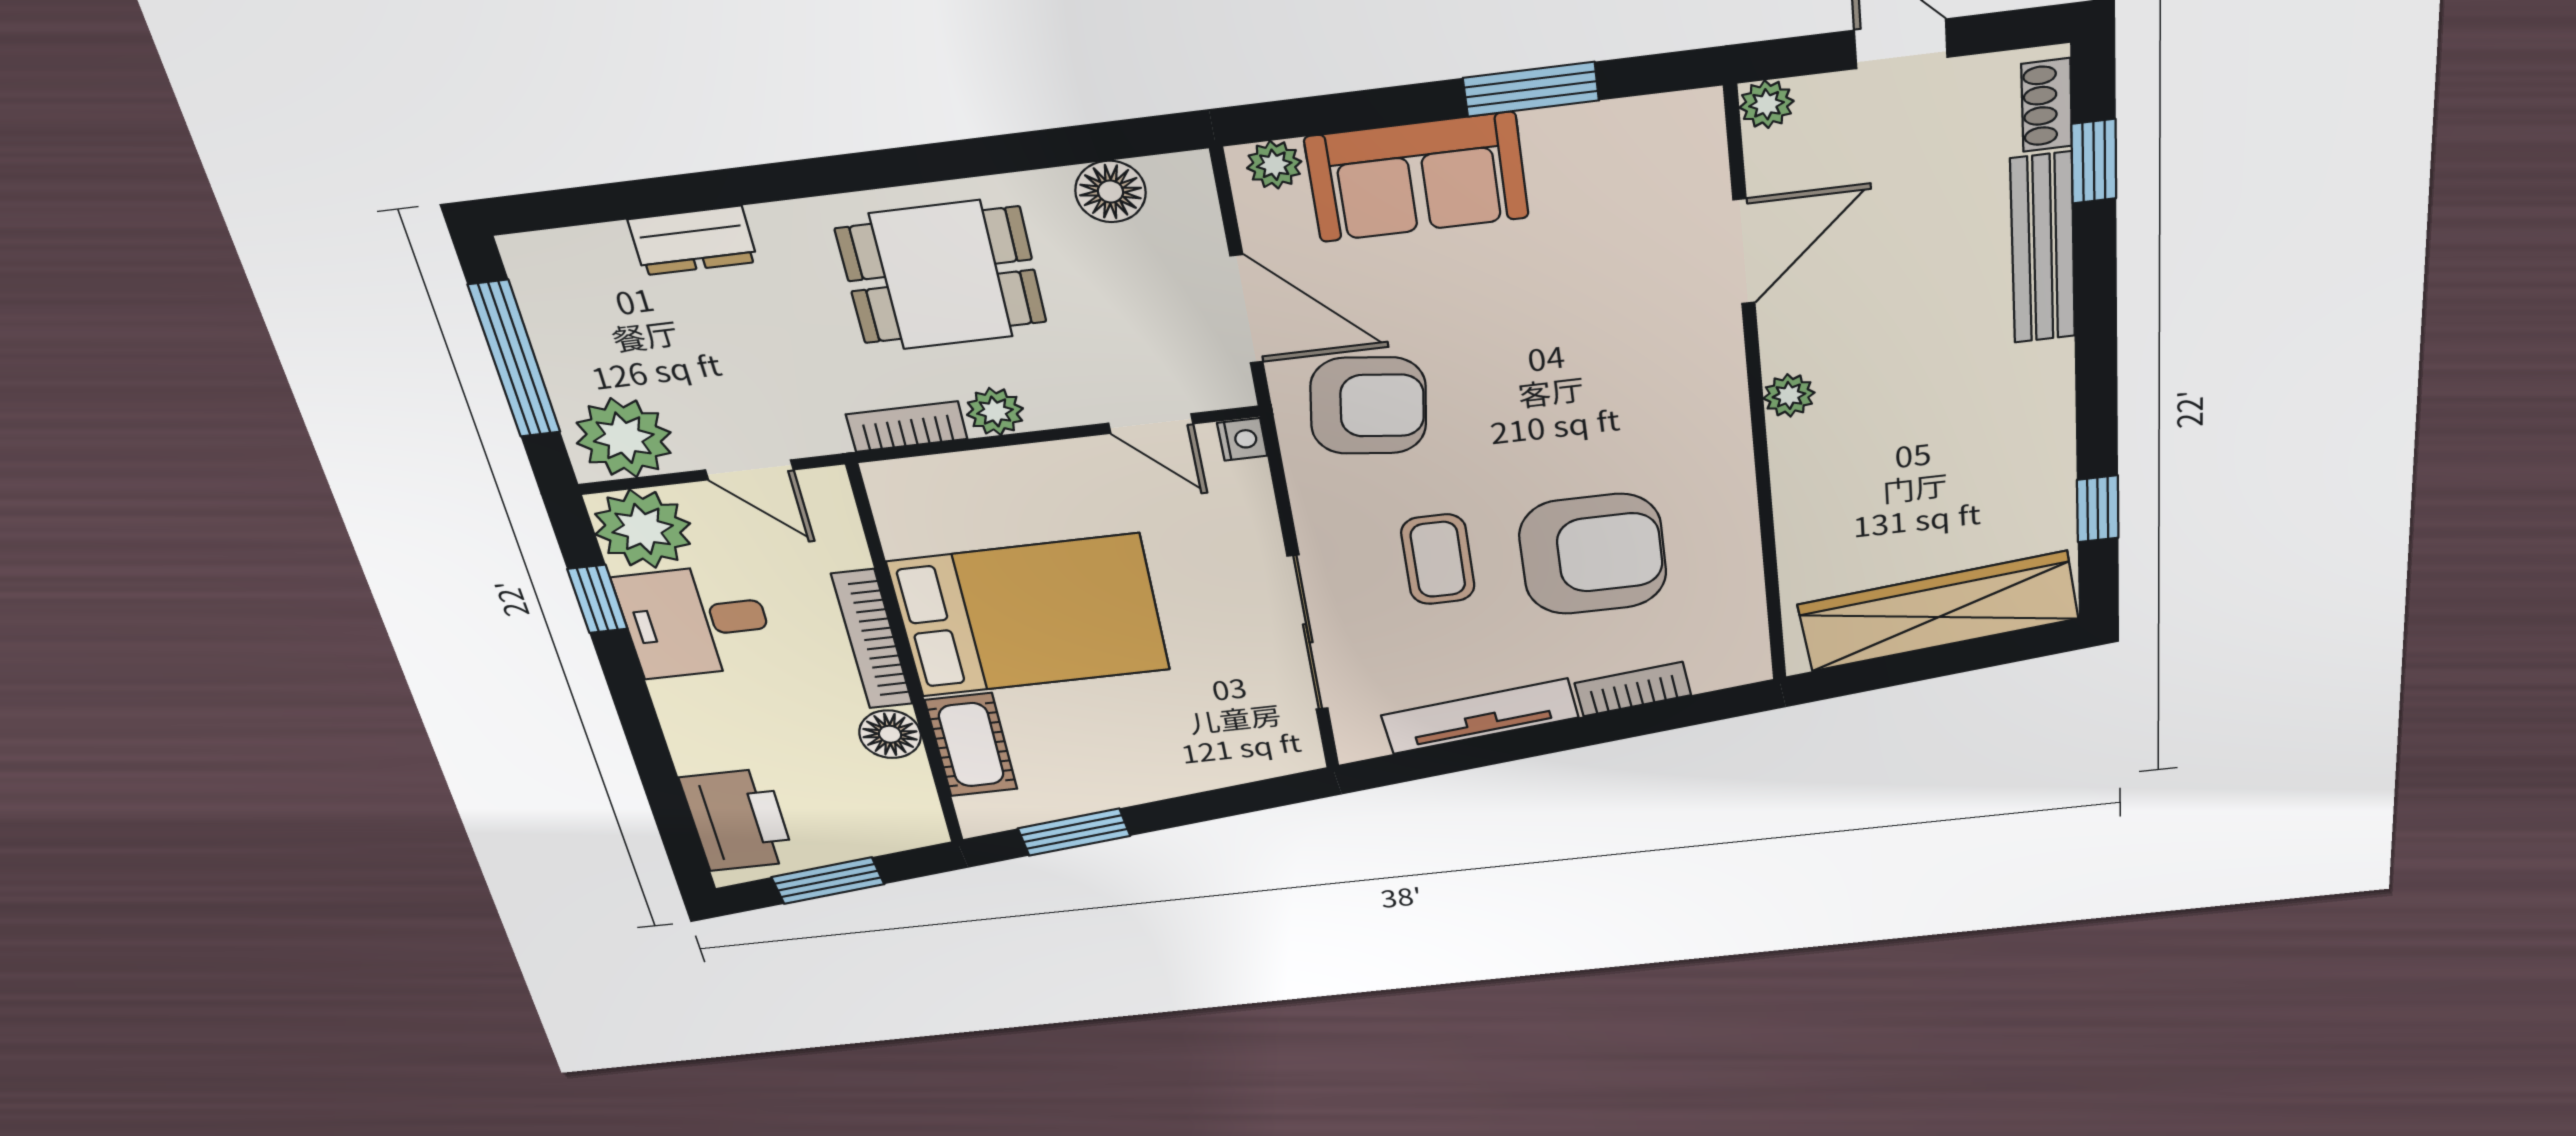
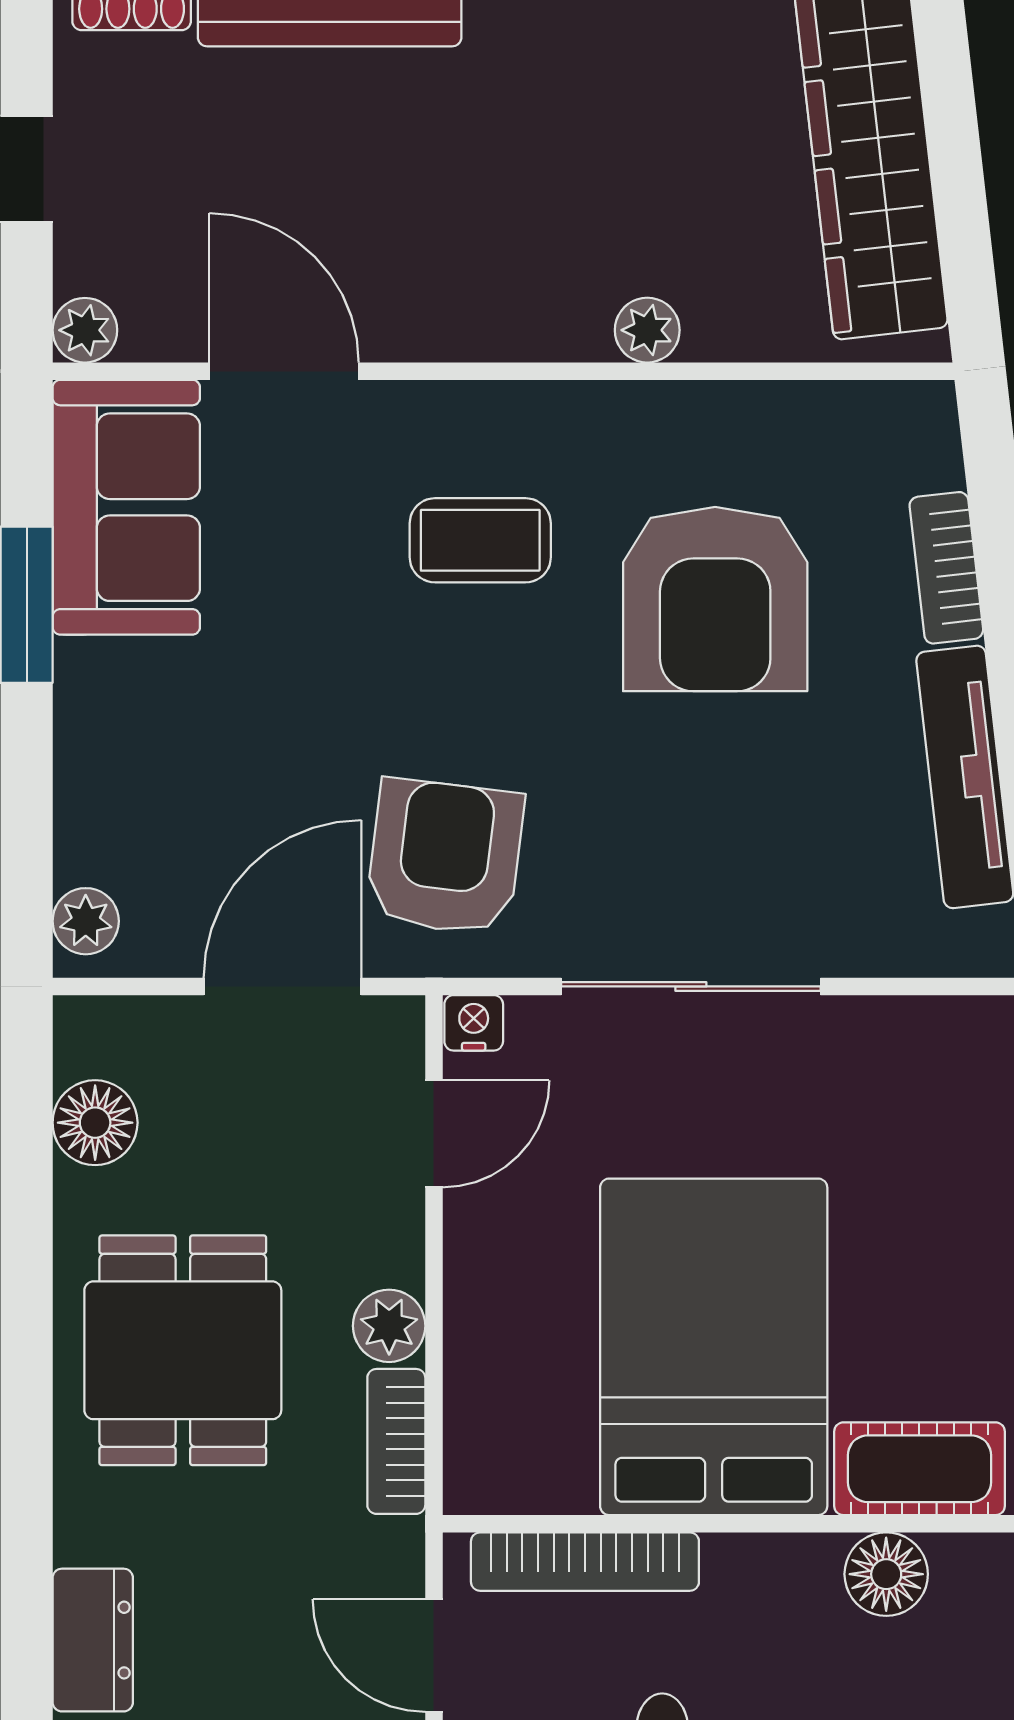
sofa: (1417, 177) -> (126, 507), moved
plant: (1789, 395) -> (647, 330), moved
door: (749, 470) -> (434, 1655), swing flipped
armchair: (1593, 554) -> (715, 599), turned 180
coffee table: (1438, 559) -> (480, 540), moved
sliding door: (1308, 633) -> (691, 986), moved
bookcase: (872, 639) -> (585, 1562), moved

